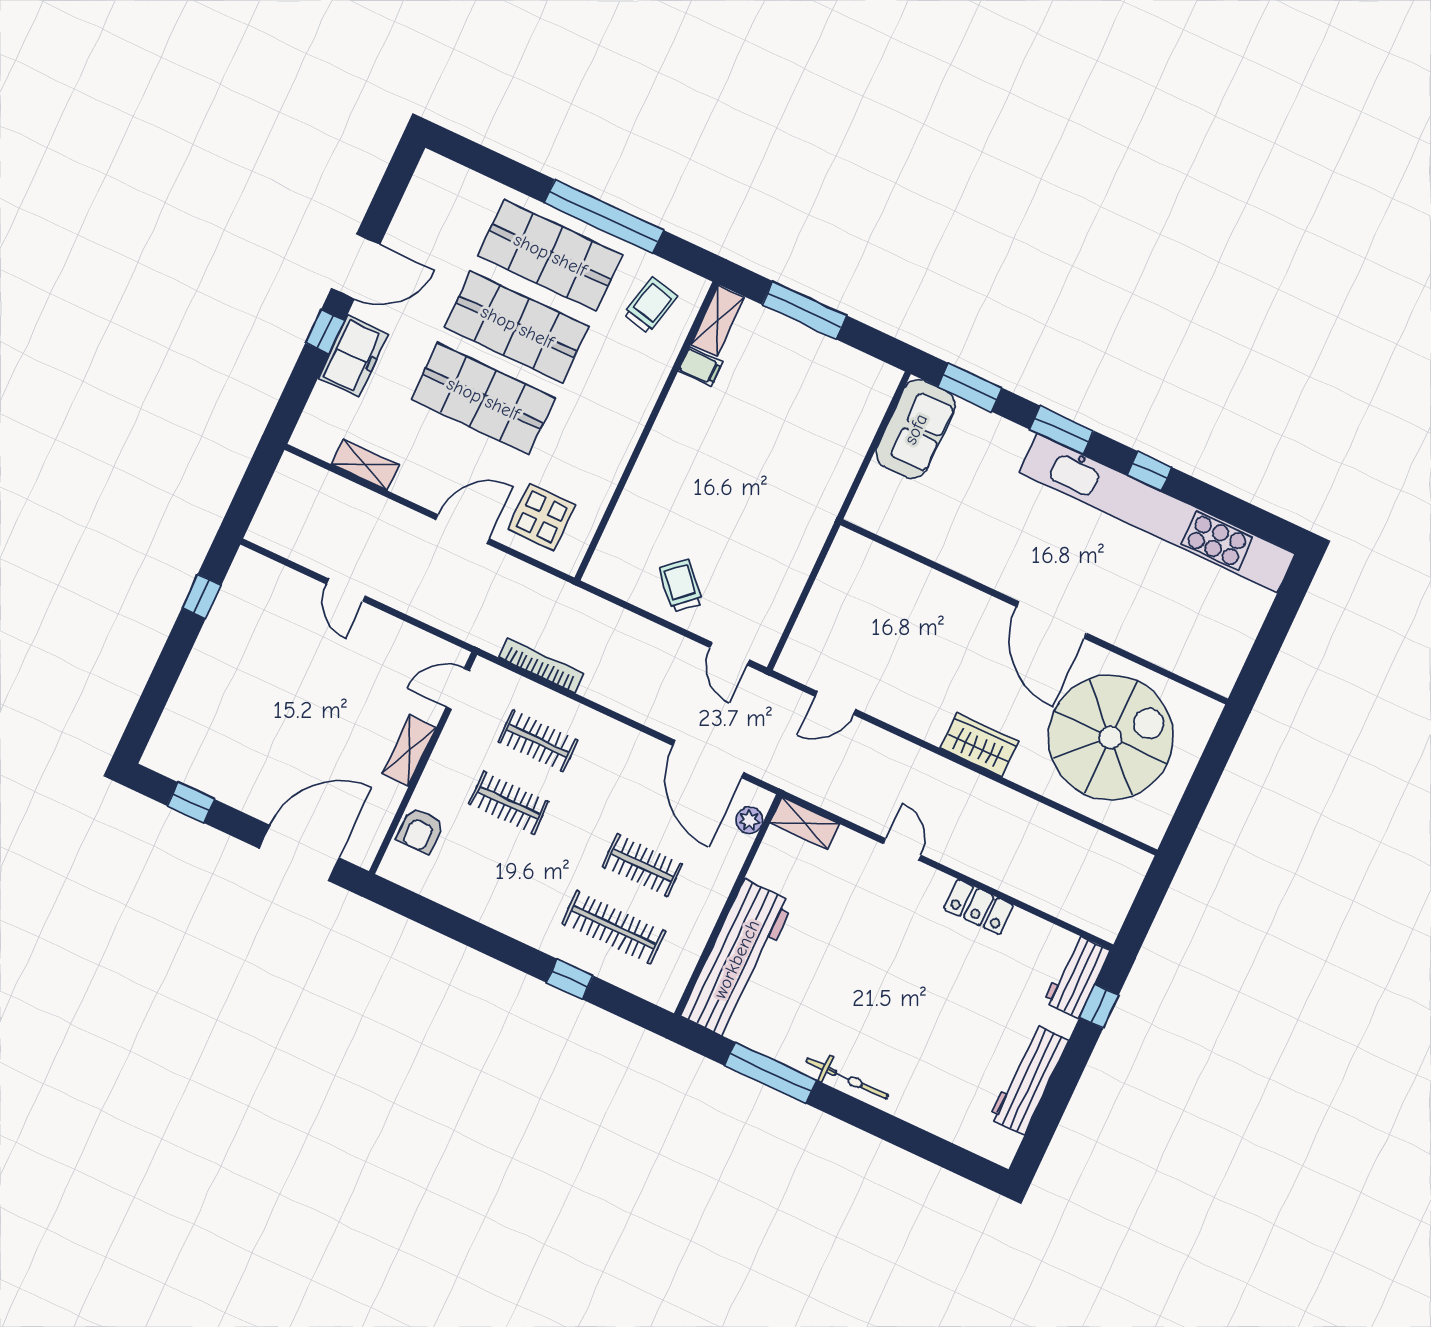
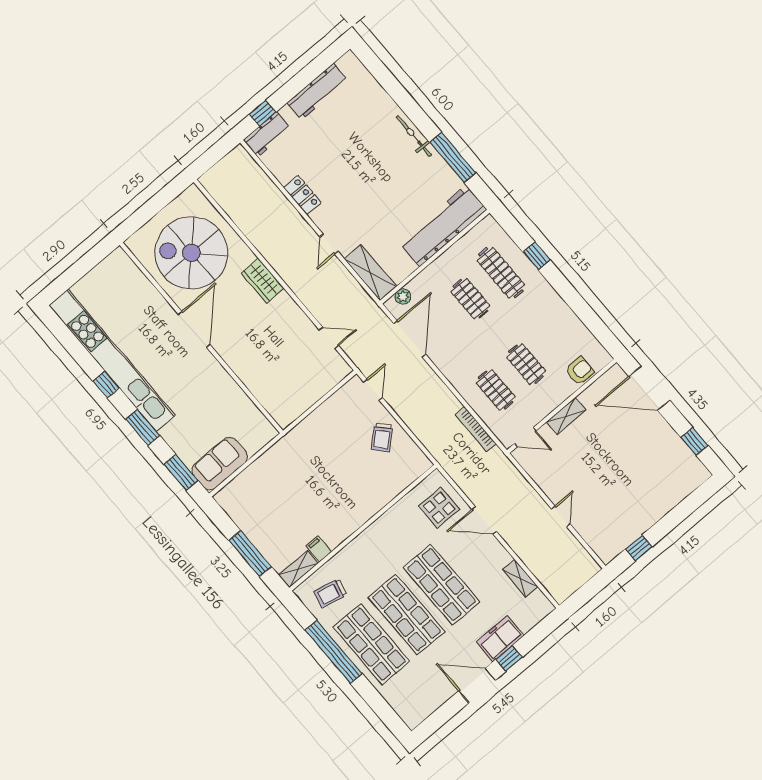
shelving: (805, 823) -> (370, 273), width x1.50, depth x1.33

